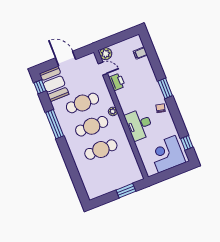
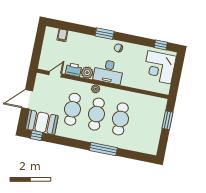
plant: (106, 54) -> (87, 73), moved
window: (55, 124) -> (103, 149), moved
desk: (139, 124) -> (108, 72), moved

